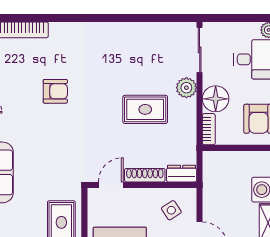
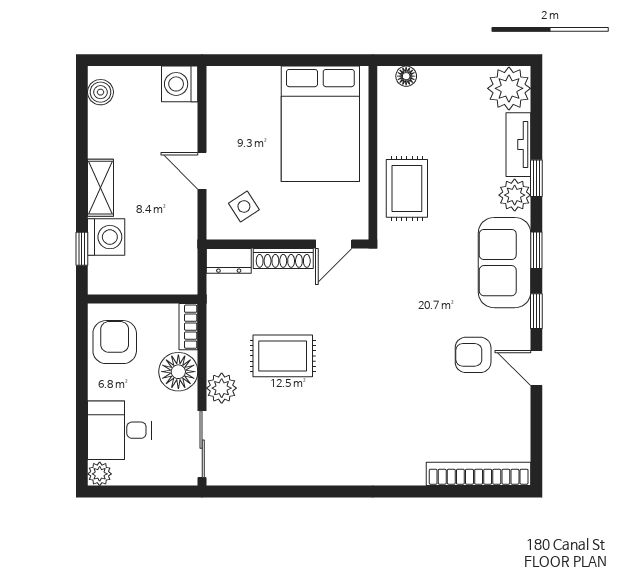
armchair: (55, 91) -> (473, 355), moved

